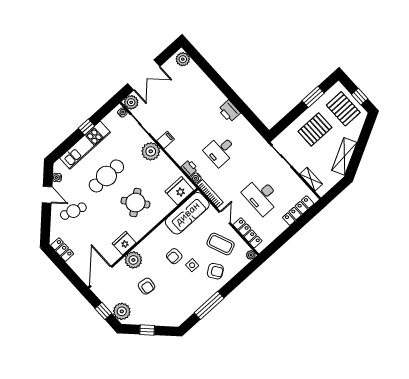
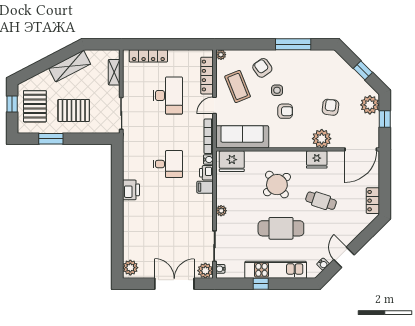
filing cabinet: (166, 140) -> (205, 187), moved
plant: (151, 151) -> (221, 211), width x0.53, depth x0.53
cafe table: (73, 211) -> (321, 201), moved

